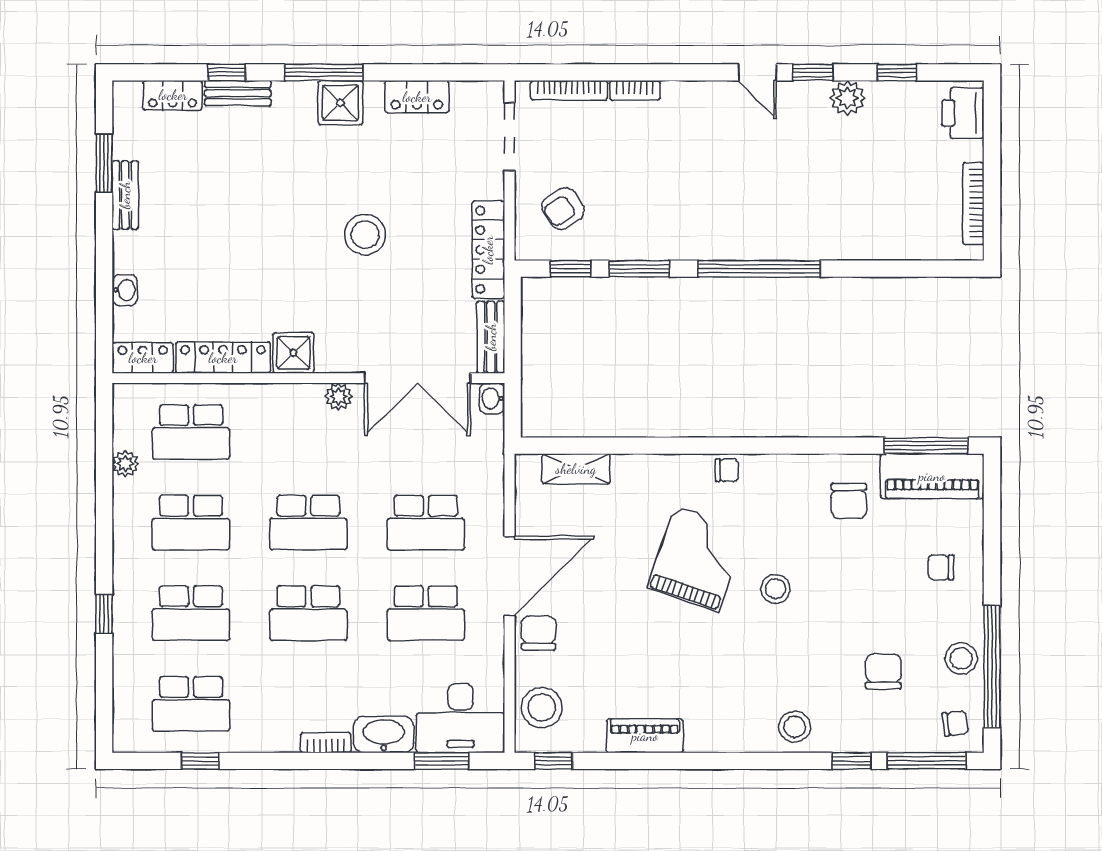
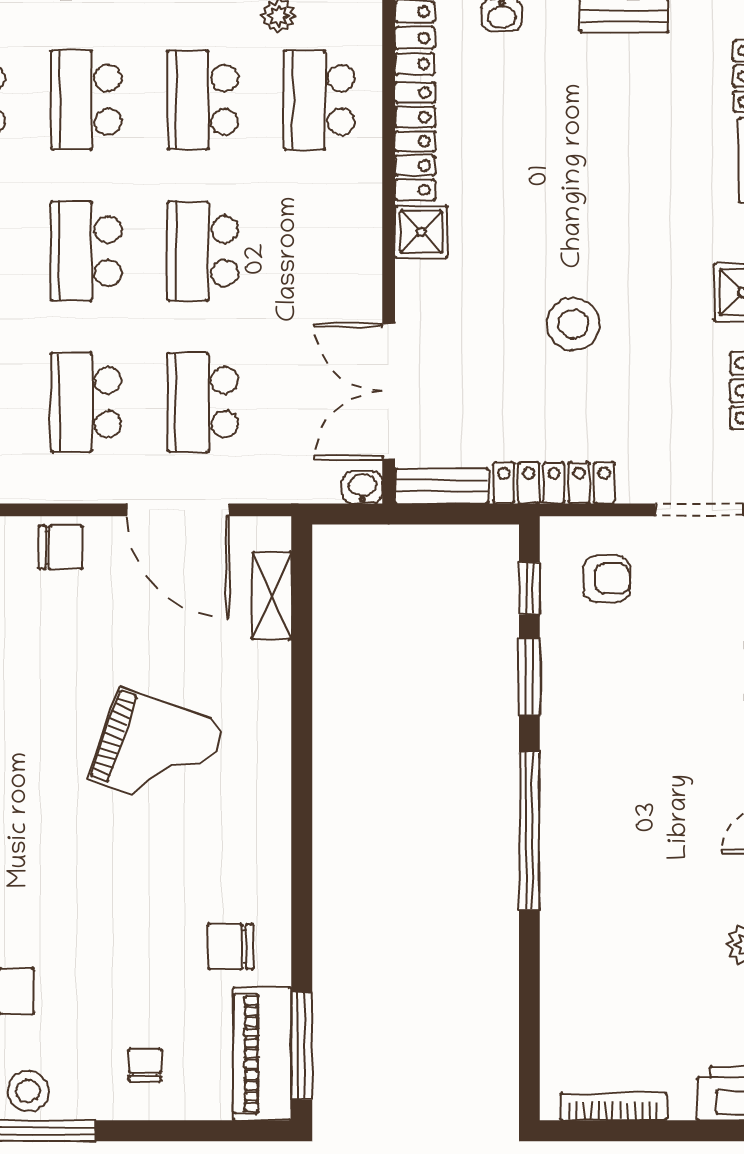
armchair: (563, 209) -> (607, 579), turned 123
plant: (339, 396) -> (365, 290), removed
chair: (727, 470) -> (270, 790), removed
door: (509, 576) -> (178, 510), moved
stool: (775, 589) -> (118, 852), removed

